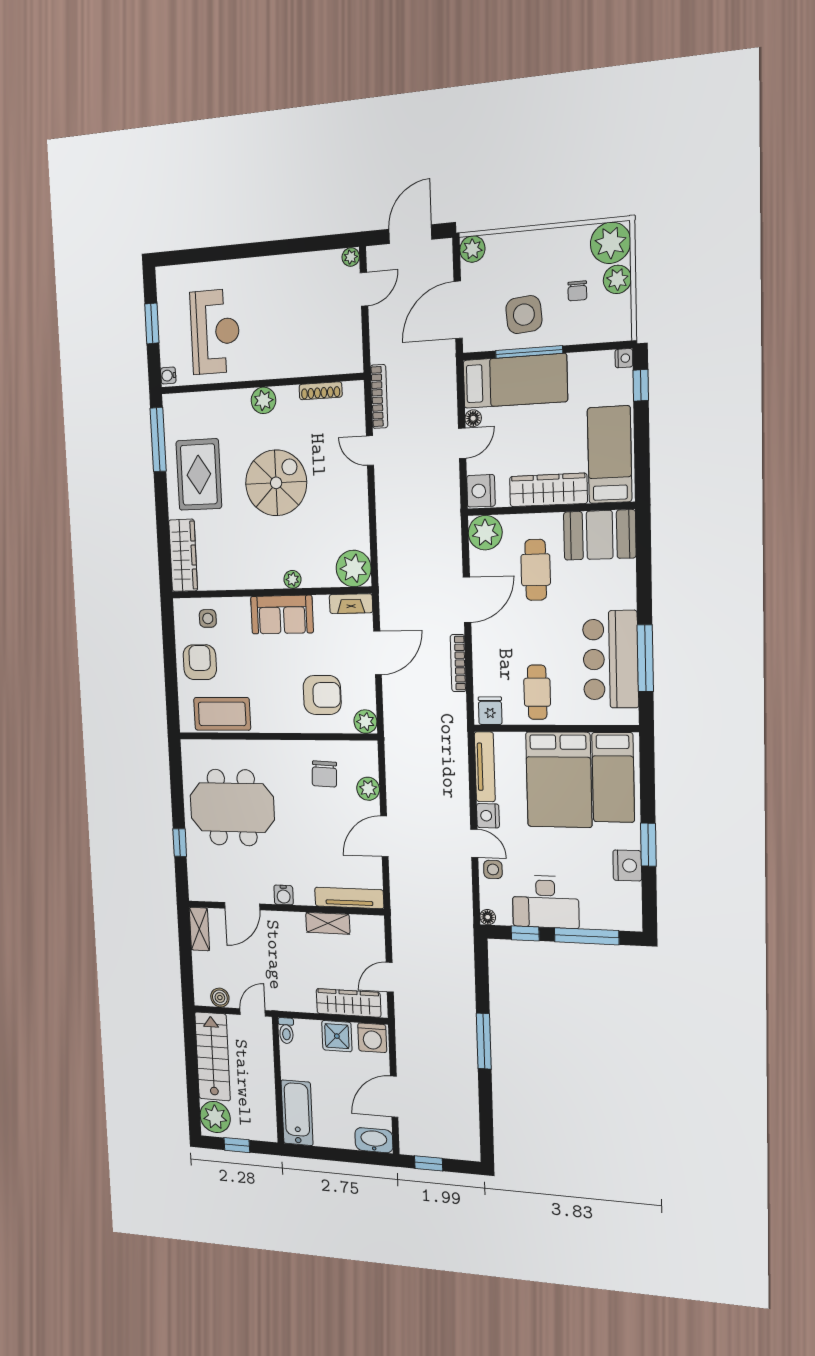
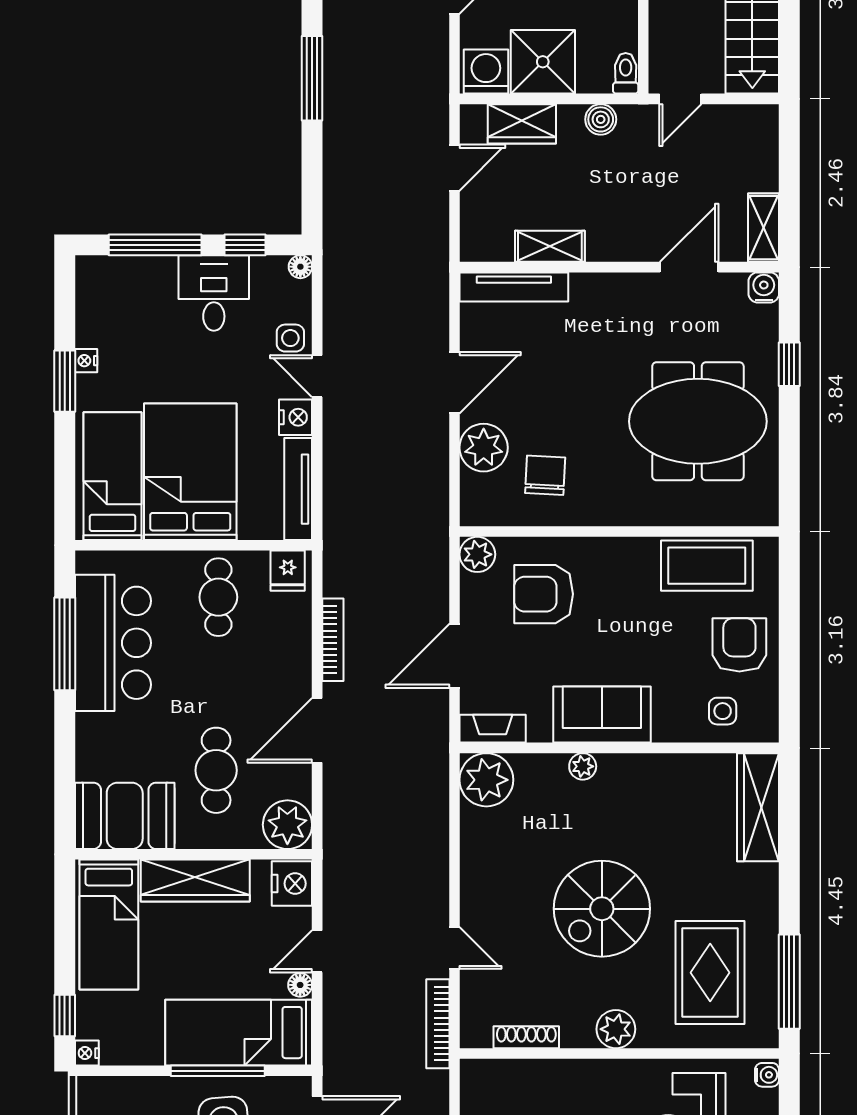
rug: (199, 475) -> (710, 973), moved
armchair: (200, 662) -> (739, 645), turned 180
plant: (368, 789) -> (484, 448), width x1.36, depth x1.36
nightstand: (627, 865) -> (86, 361), width x0.53, depth x0.56
water cooler: (284, 895) -> (764, 287), moved
desk: (545, 902) -> (214, 293), width x0.73
boiler: (220, 998) -> (601, 119), moved
wardrobe: (348, 1003) -> (522, 124), width x0.67
shower: (337, 1036) -> (543, 62), width x1.36, depth x1.36

